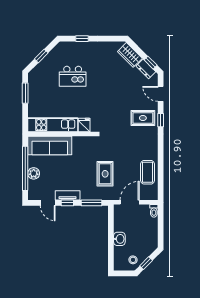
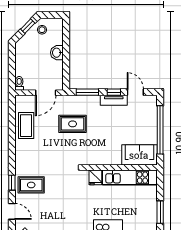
sofa: (50, 146) -> (139, 155), width x0.73
plant: (34, 173) -> (151, 124), removed
rug: (105, 174) -> (73, 124), turned 90

